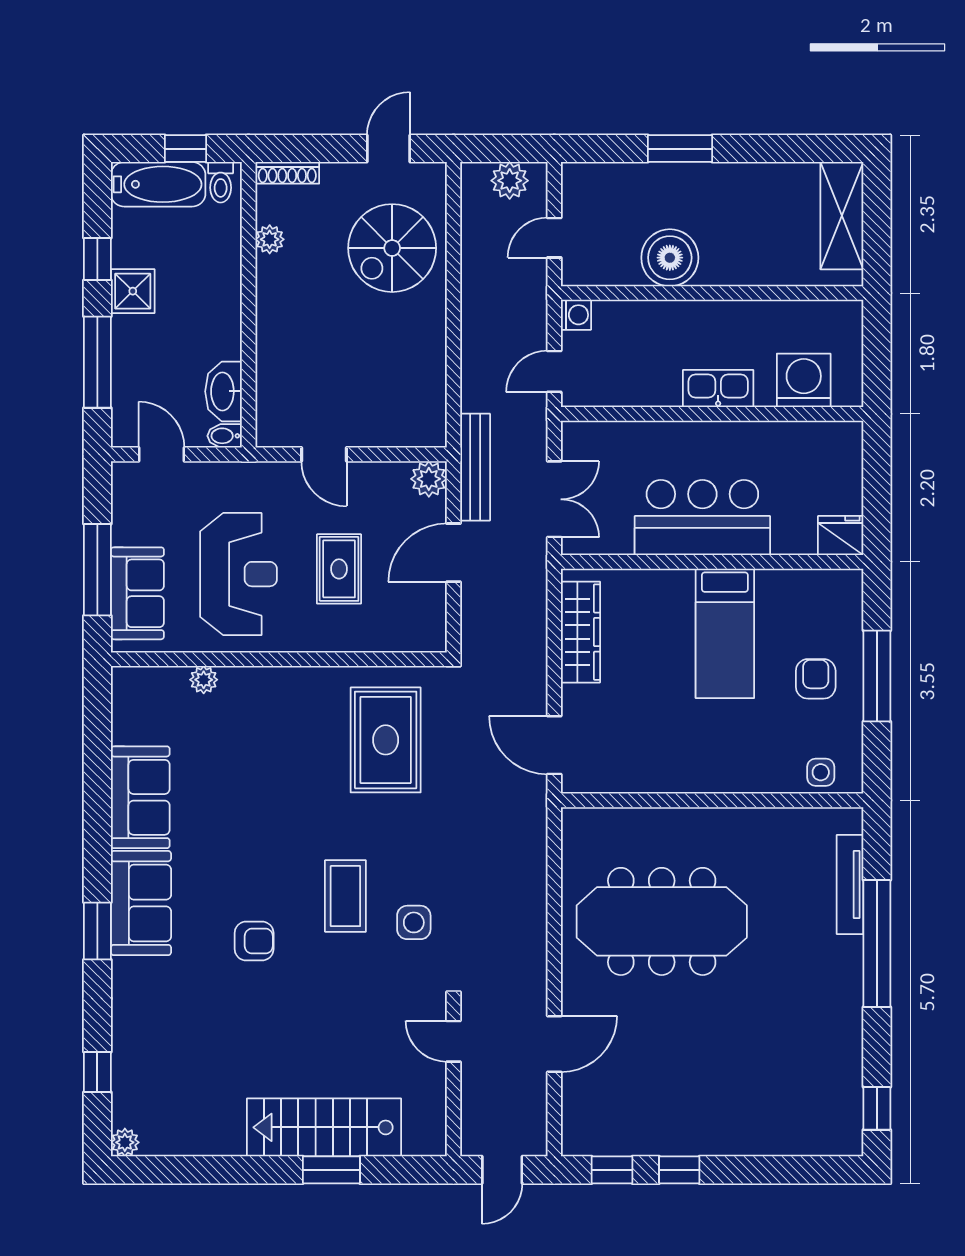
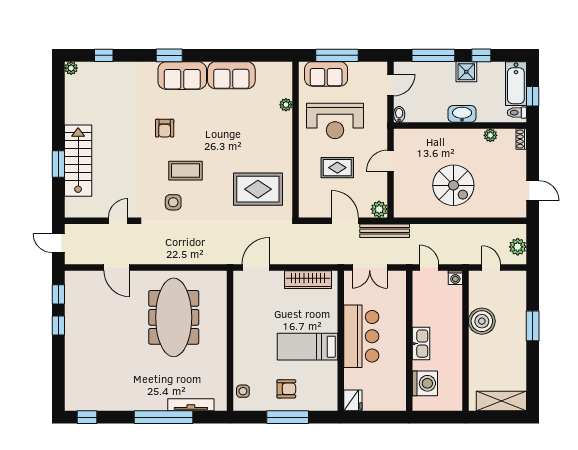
shoe rack: (287, 173) -> (521, 139), width x0.70
spiral stairs: (392, 248) -> (453, 185), moved, turned 180
washbasin: (224, 391) -> (462, 114), moved

